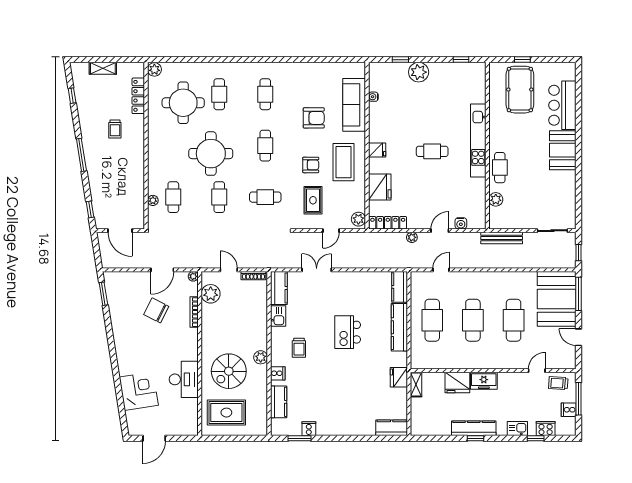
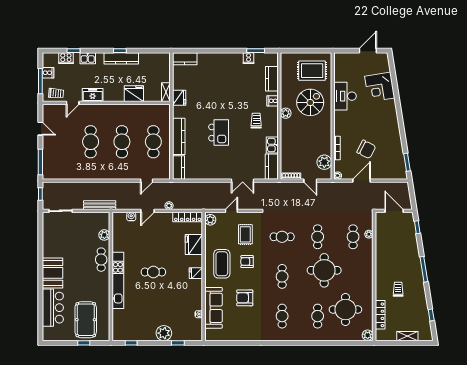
booth: (557, 299) -> (57, 158), removed
freezer: (484, 381) -> (93, 95), moved

